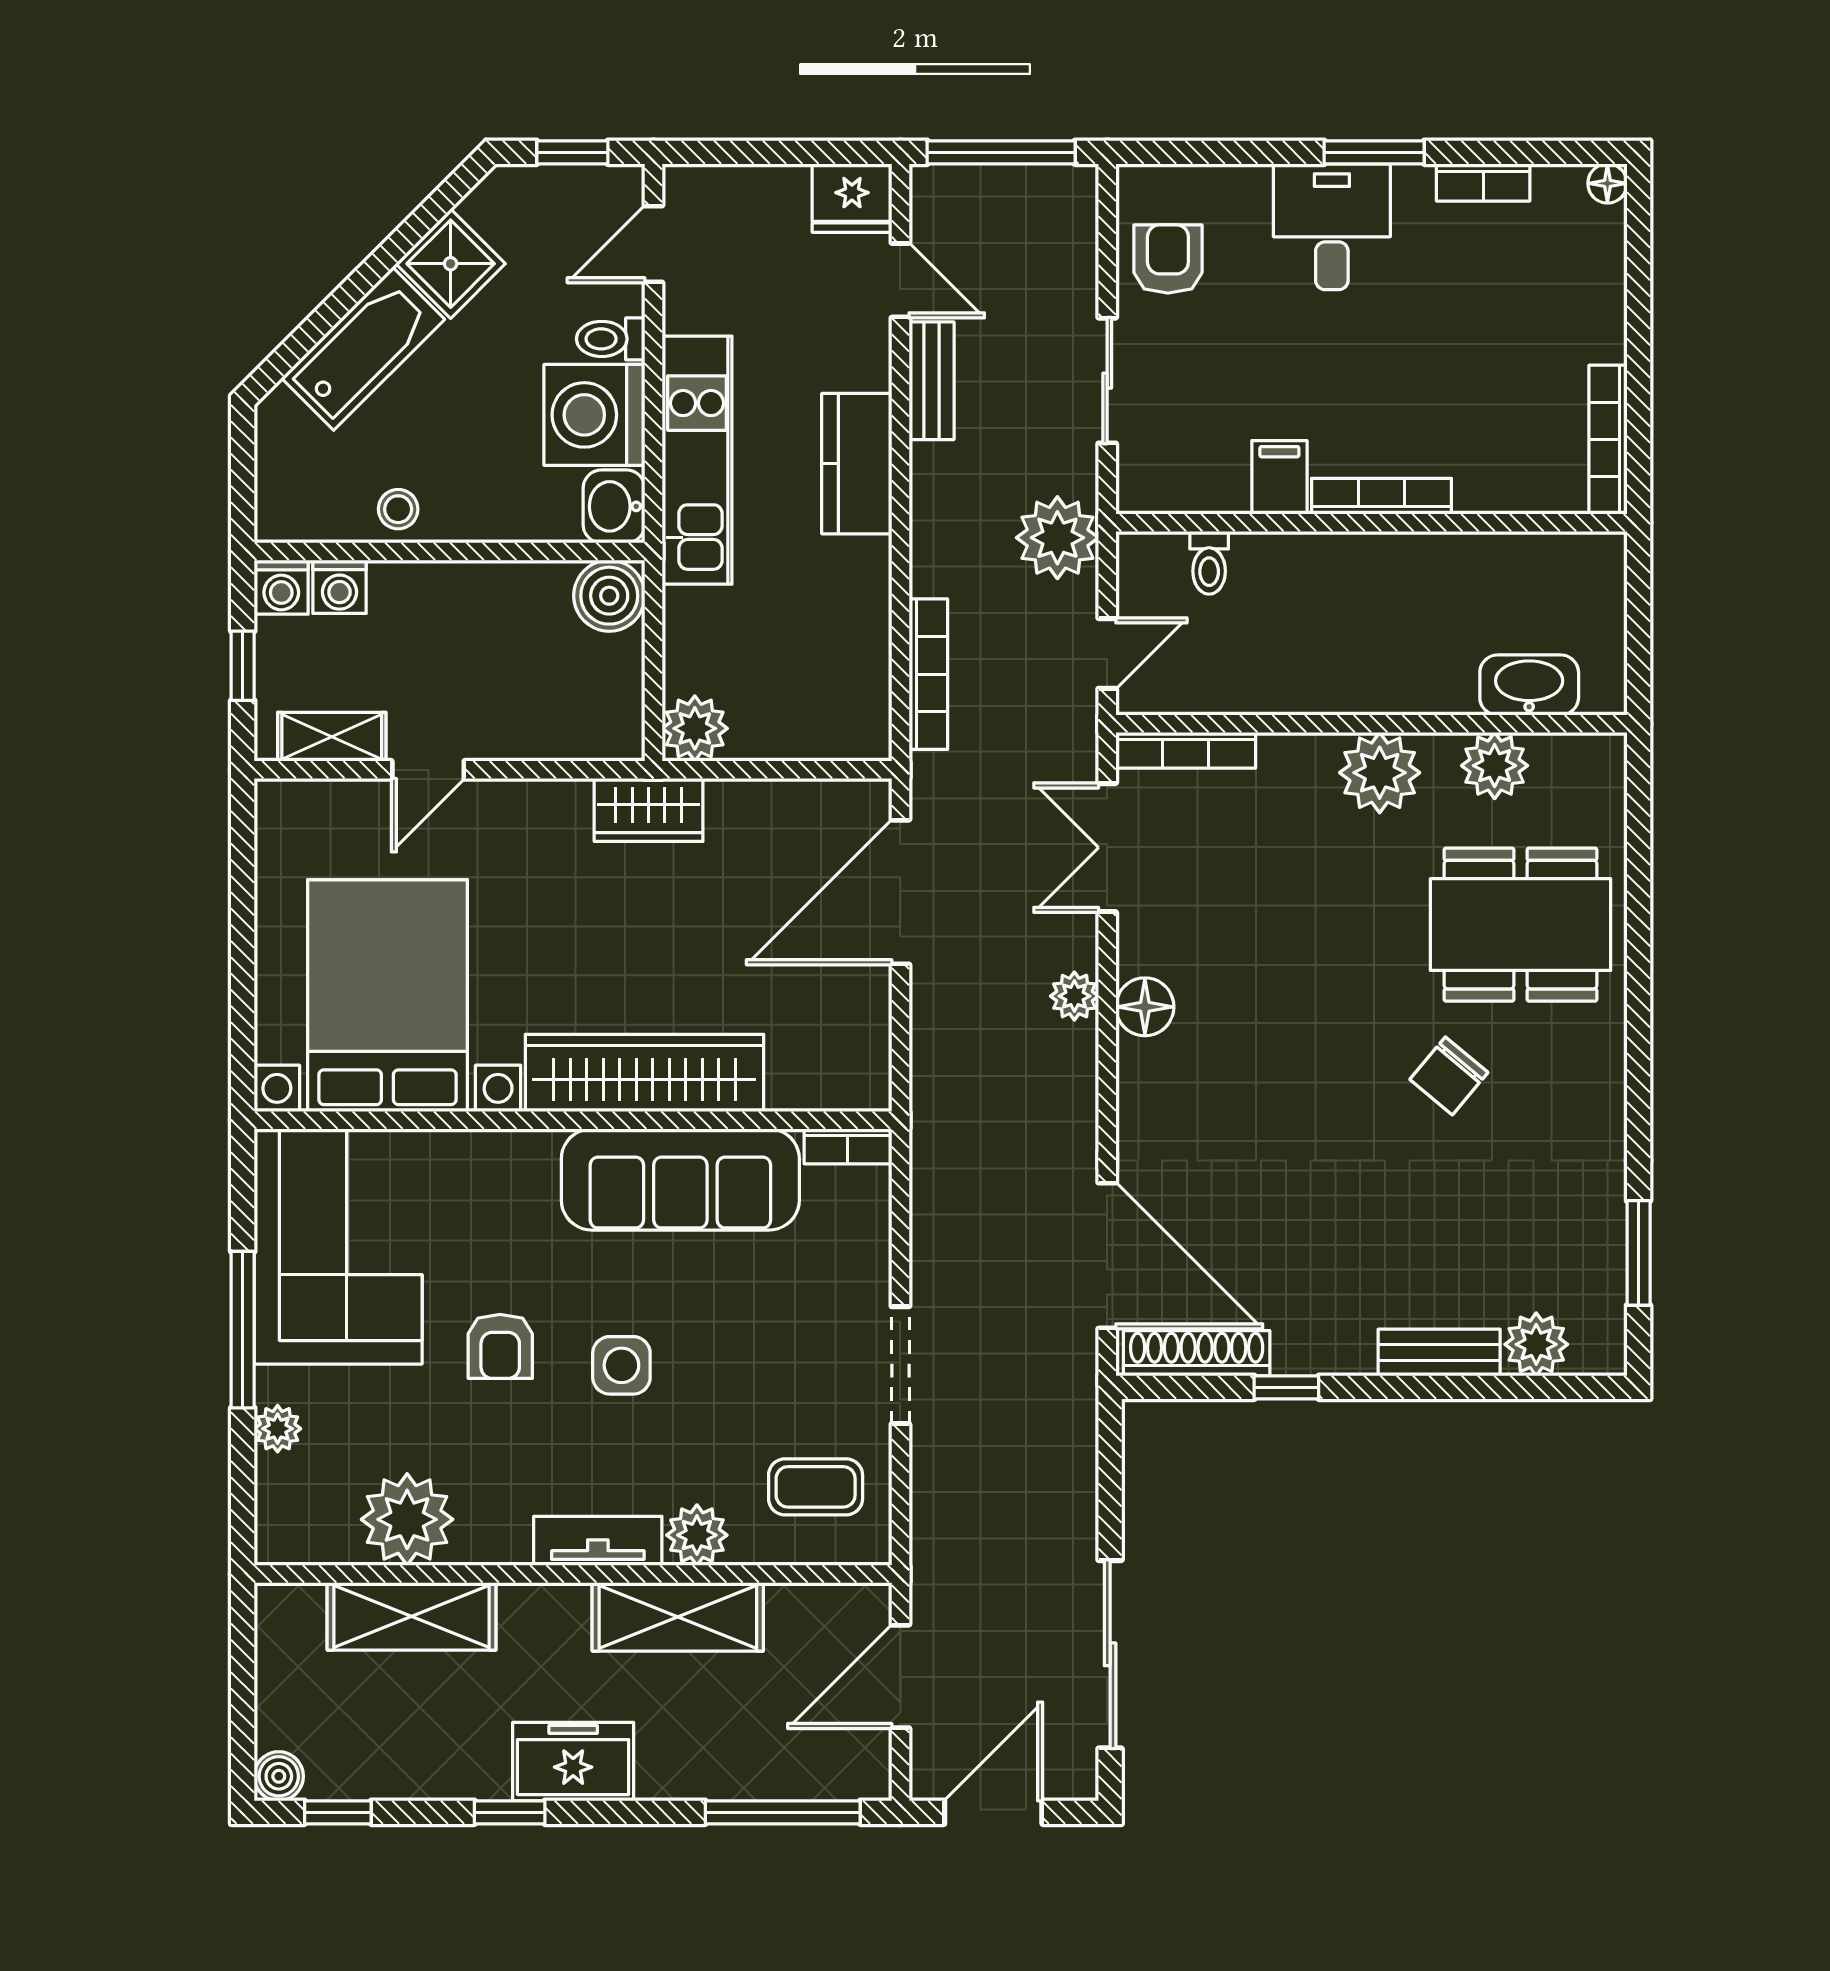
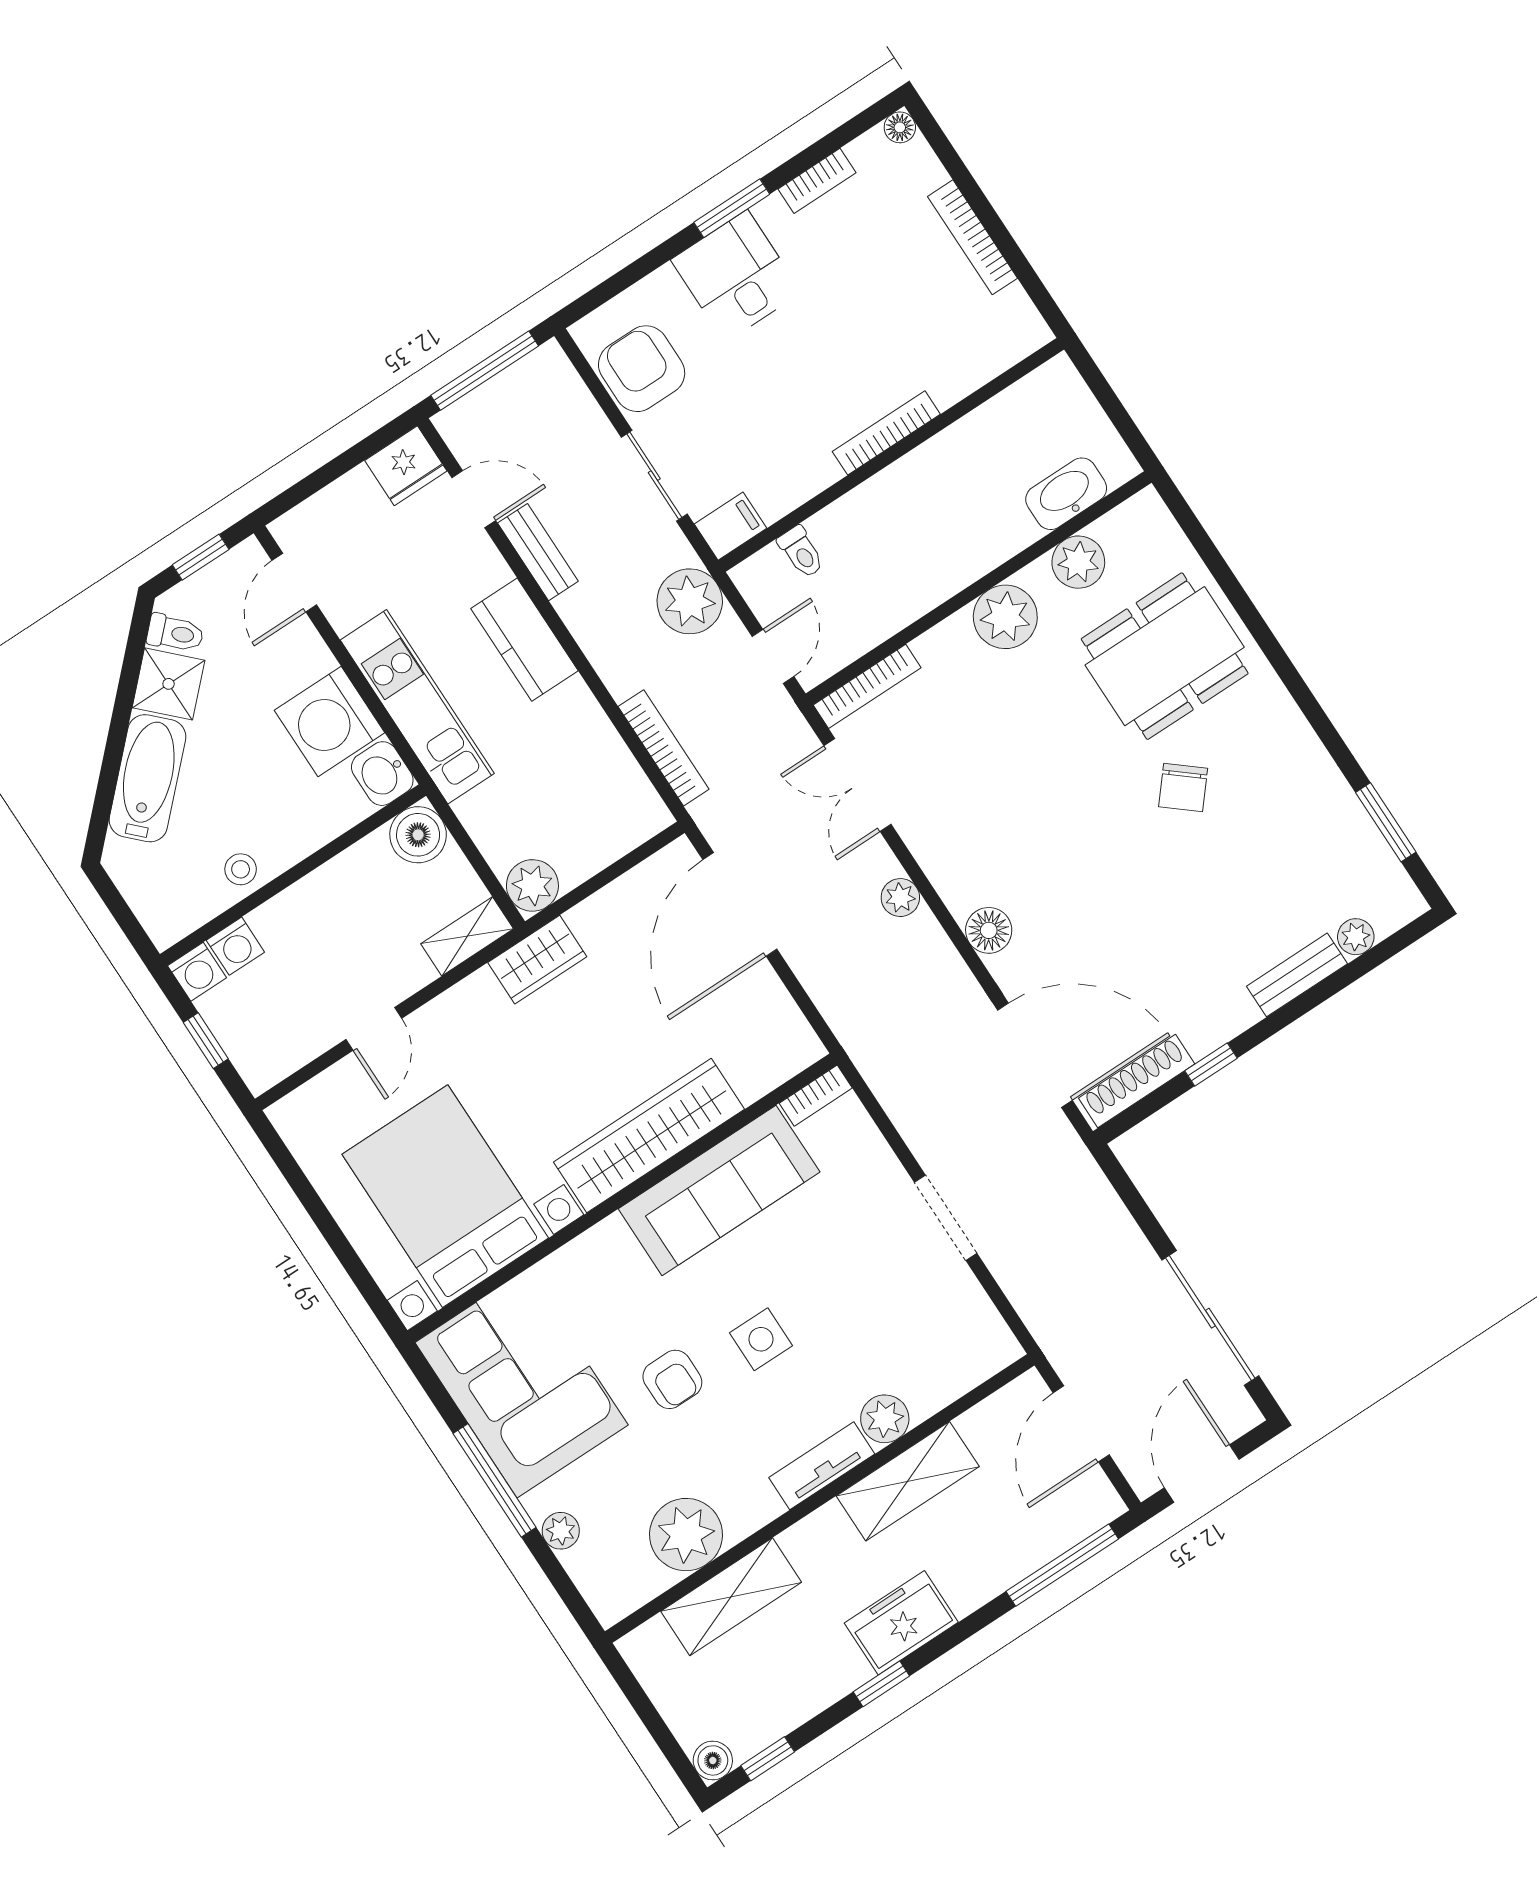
armchair: (1168, 259) -> (642, 369), width x1.38, depth x1.38
toilet: (611, 339) -> (175, 633), moved, turned -135
bookcase: (1608, 440) -> (973, 237), moved
filing cabinet: (1279, 477) -> (730, 526), moved, turned 90
shelving: (332, 737) -> (467, 936), moved
floor lamp: (1145, 1007) -> (989, 930), moved
plant: (1536, 1344) -> (1356, 937), width x0.73, depth x0.73
coffee table: (816, 1487) -> (942, 1335), removed

